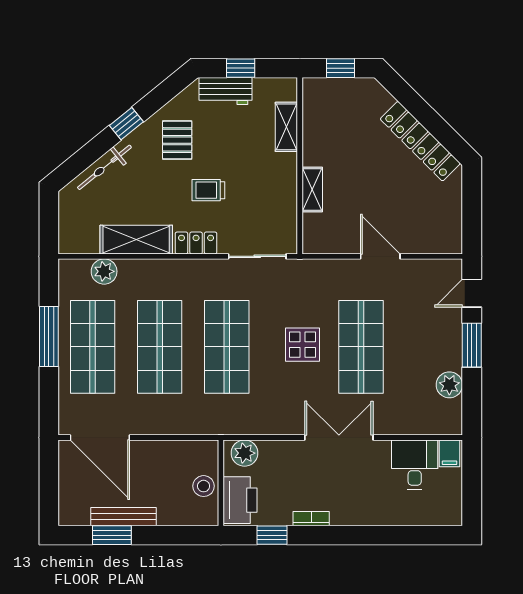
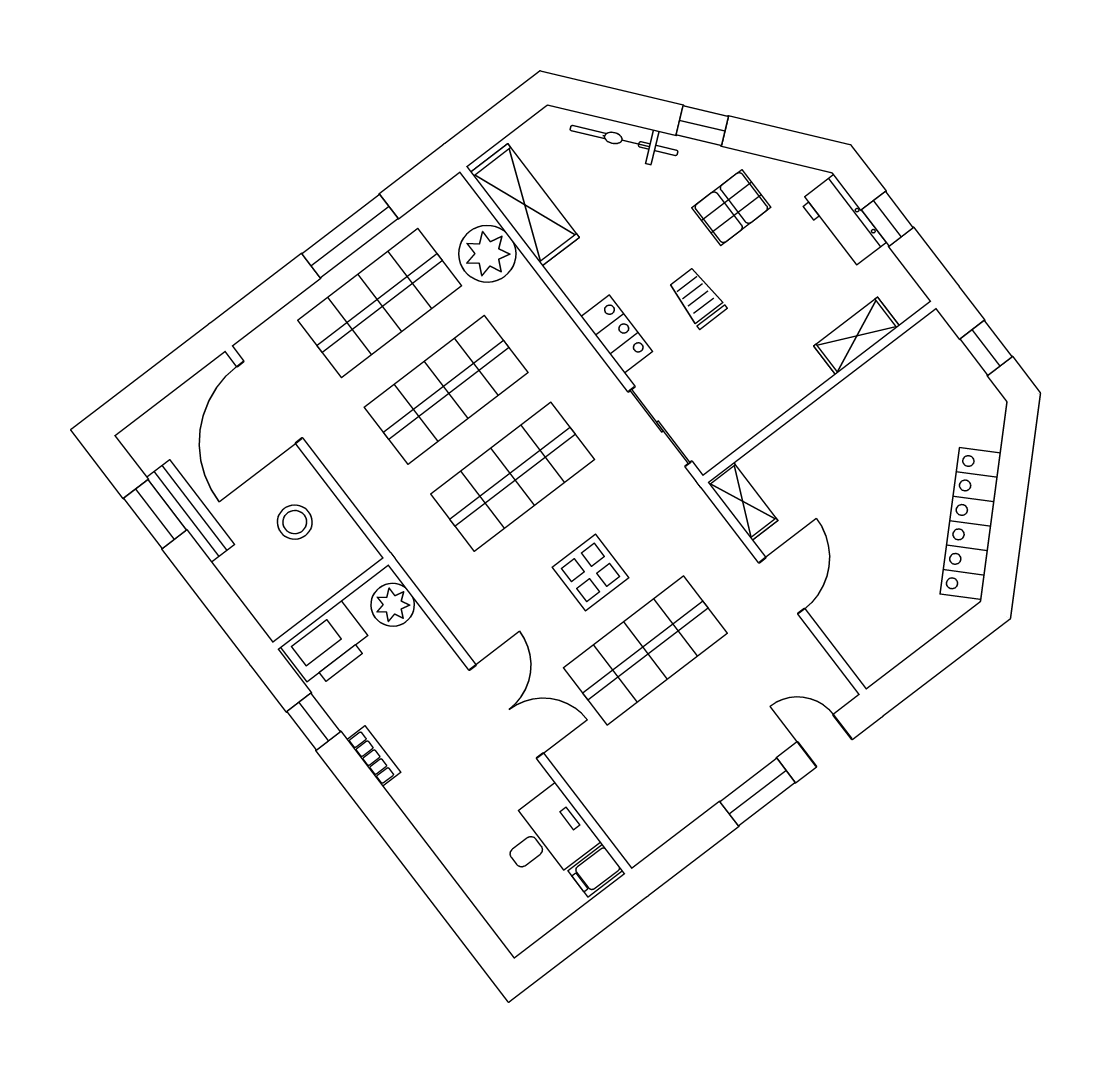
shelving: (312, 190) -> (743, 501), moved, turned 90
shelving: (136, 240) -> (525, 205), moved
plant: (104, 271) -> (487, 254), width x1.36, depth x1.36
plant: (449, 385) -> (684, 803), removed
stool: (204, 486) -> (295, 522), moved

